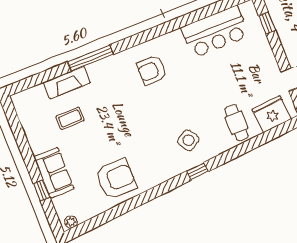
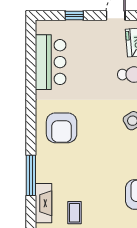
window: (267, 23) -> (74, 16), moved
armchair: (152, 70) -> (62, 128), width x1.36, depth x1.36

